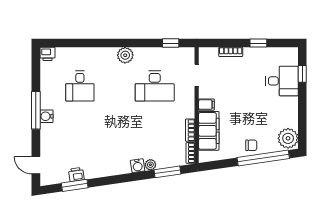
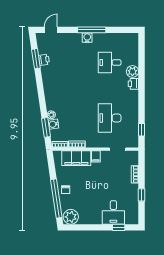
printer: (47, 54) -> (133, 84), moved
plant: (125, 55) -> (132, 71), moved
water cooler: (138, 166) -> (53, 124), moved

